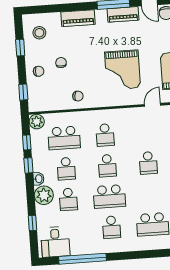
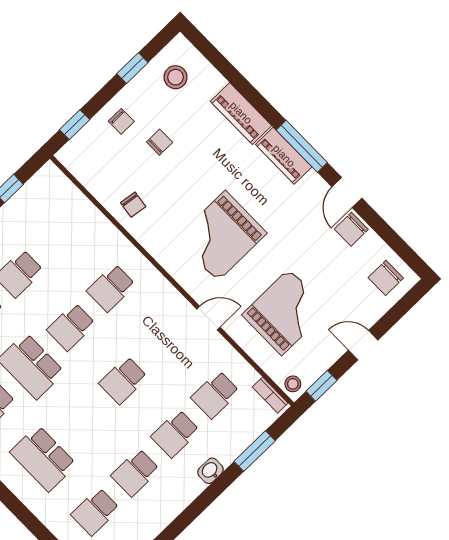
piano: (123, 14) -> (284, 156), moved
plant: (37, 122) -> (49, 178), removed
school desk: (64, 138) -> (59, 235), removed

